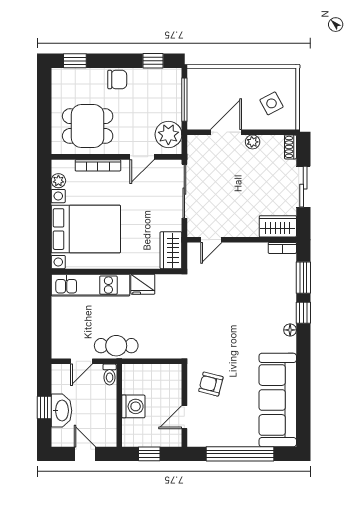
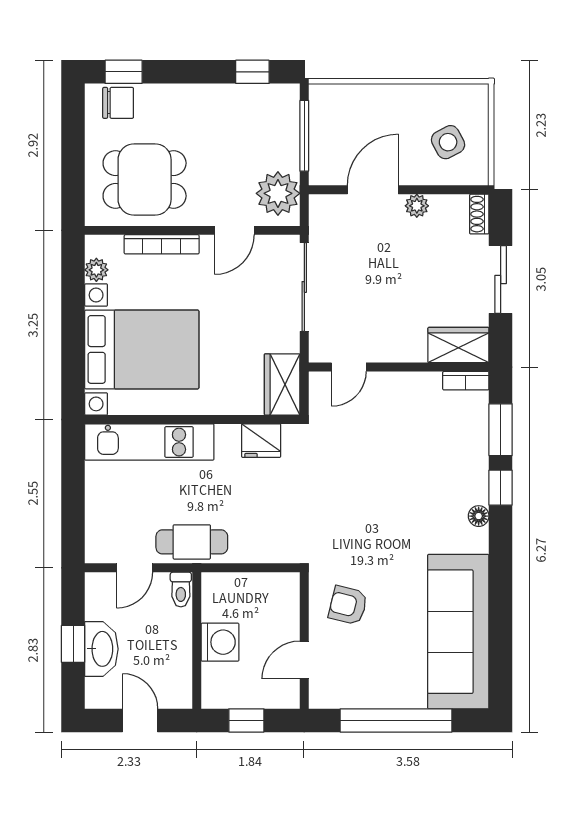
chair: (117, 79) -> (118, 103), moved
fridge: (143, 284) -> (261, 441), moved

